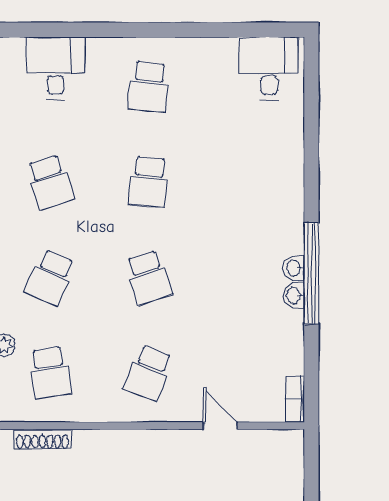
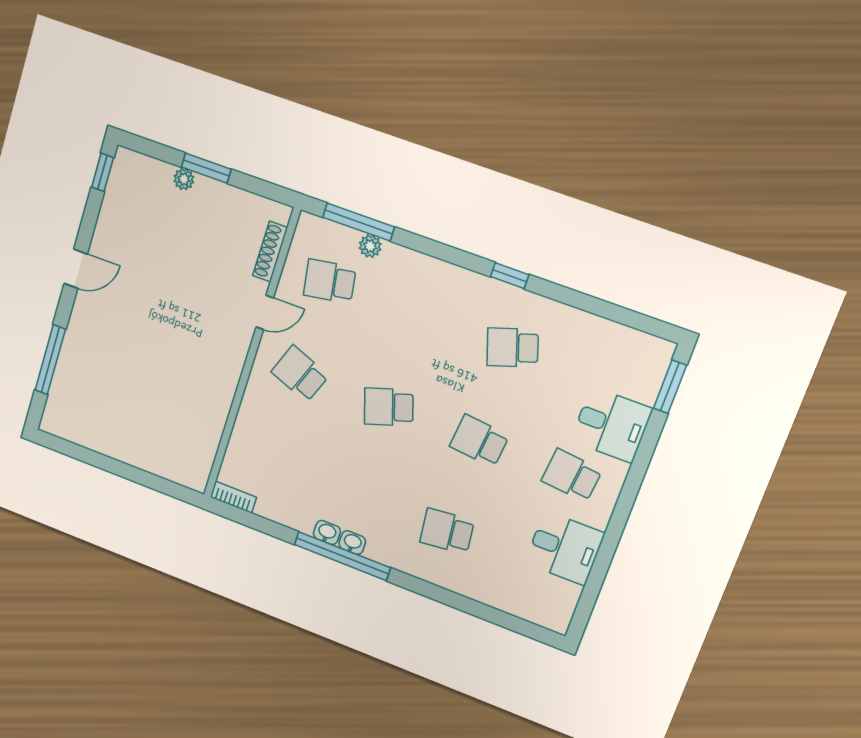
window: (34, 30) -> (670, 387), added
desk: (56, 68) -> (612, 425), moved
desk: (269, 68) -> (565, 548), moved
school desk: (50, 277) -> (447, 531), moved, turned -30
door: (220, 426) -> (265, 312), moved

